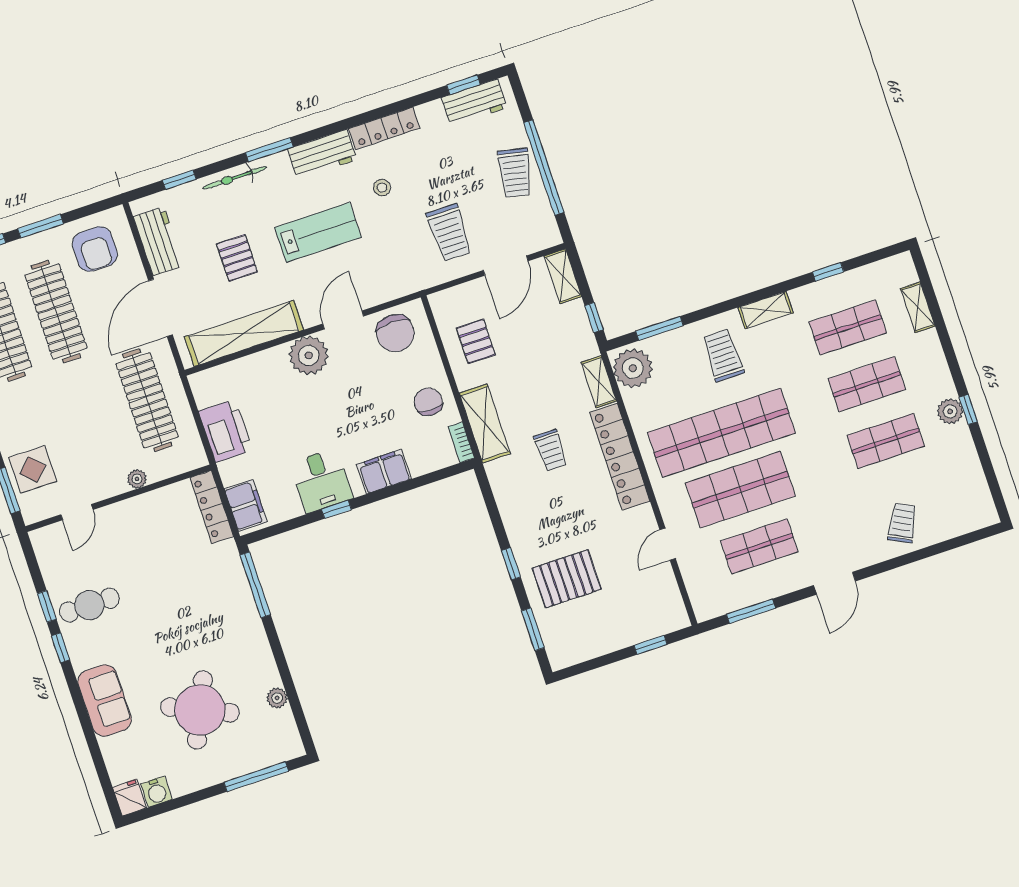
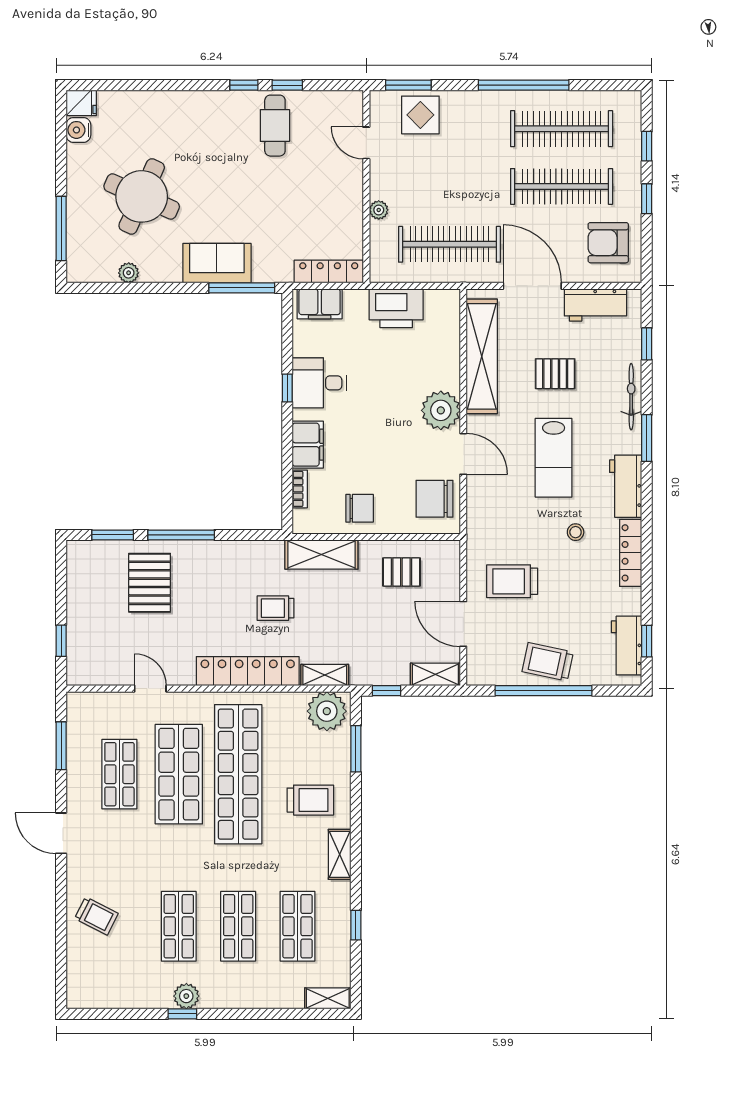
window: (41, 226) -> (647, 199), width x0.67
shelving: (918, 307) -> (328, 998), moved
bookcase: (461, 442) -> (300, 489), moved, turned 90
window: (511, 564) -> (181, 535), width x2.17
sofa: (105, 700) -> (217, 263), moved, turned 180

